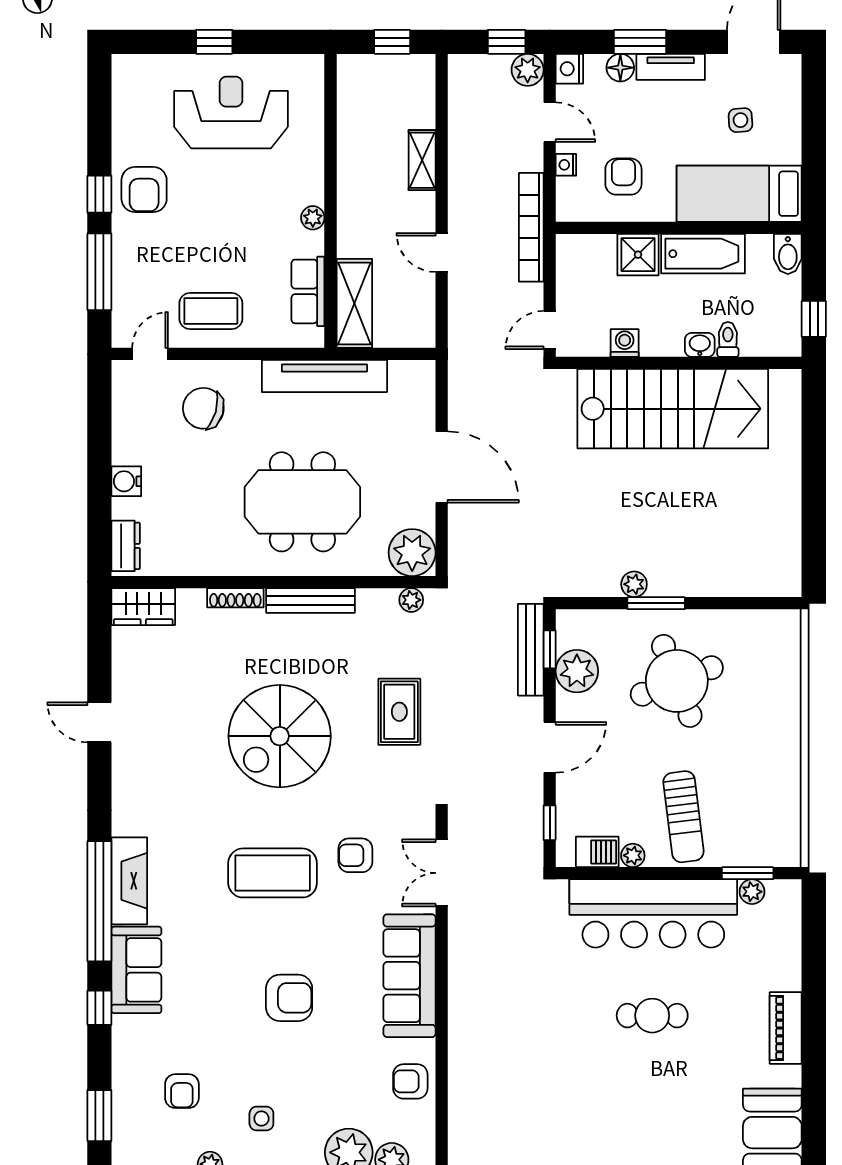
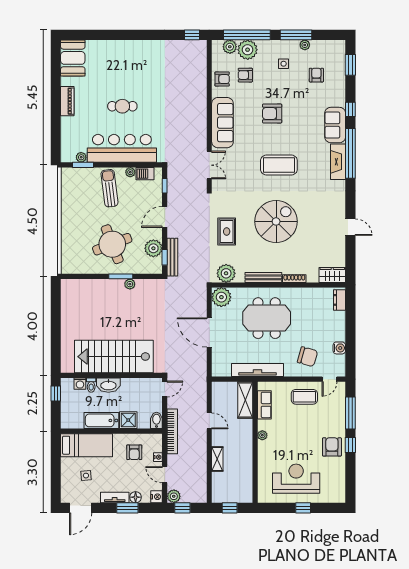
reception desk: (231, 112) -> (296, 479), turned 180
bidet: (788, 254) -> (156, 420), moved
washing machine: (625, 343) -> (80, 384), moved
washbasin: (700, 345) -> (108, 385), width x1.91, depth x1.45
water cooler: (126, 481) -> (339, 348), moved
plant: (411, 600) -> (226, 273), width x1.88, depth x1.88
armchair: (355, 855) -> (245, 75), moved, turned 180

